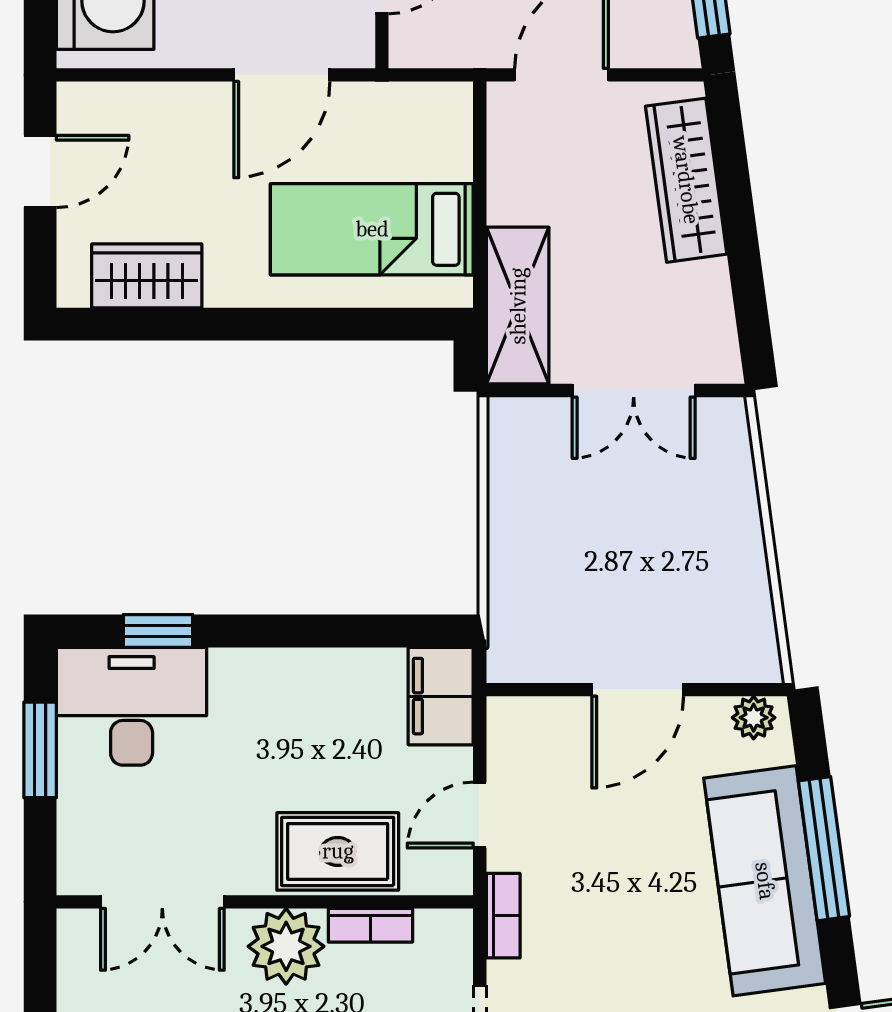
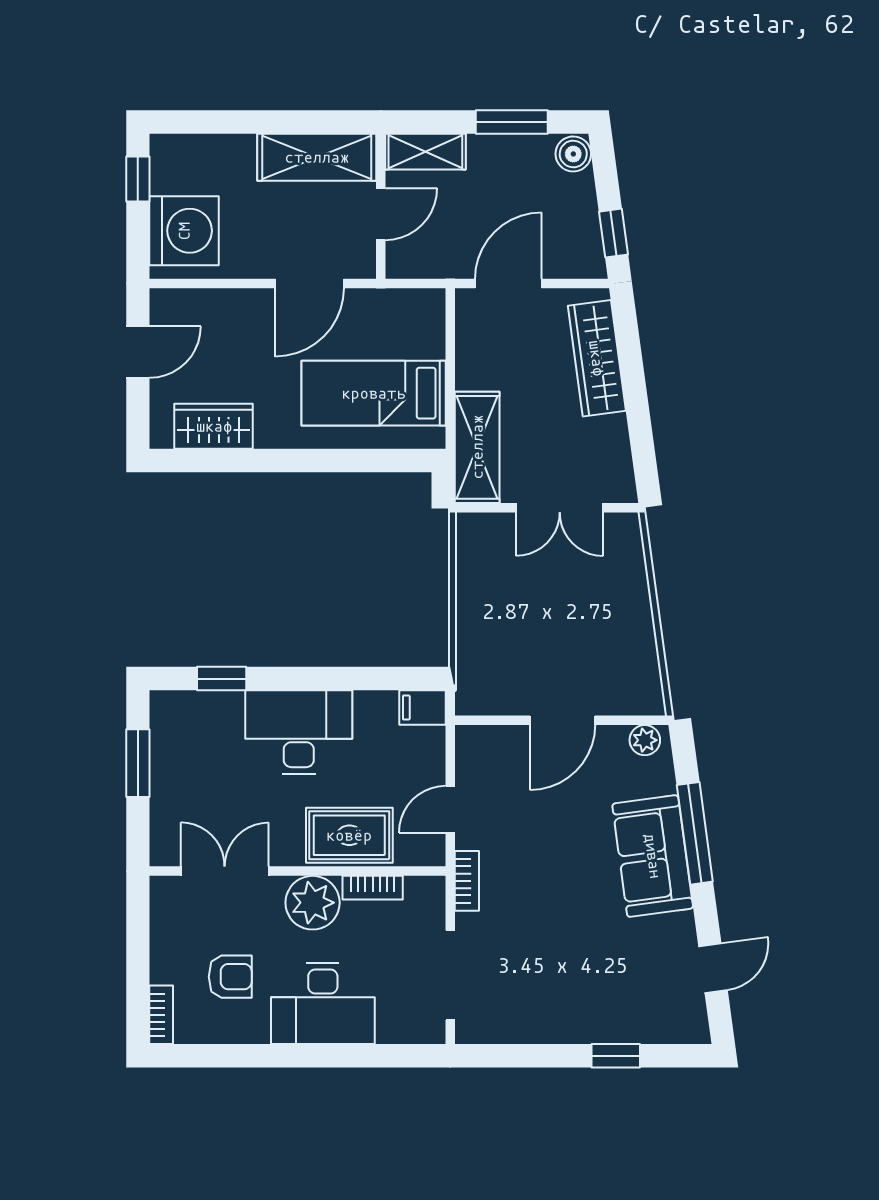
filing cabinet: (441, 696) -> (422, 707), width x0.50
desk: (132, 706) -> (299, 732), moved
sofa: (765, 881) -> (653, 856), width x0.73
double door: (162, 902) -> (225, 871), swing flipped

